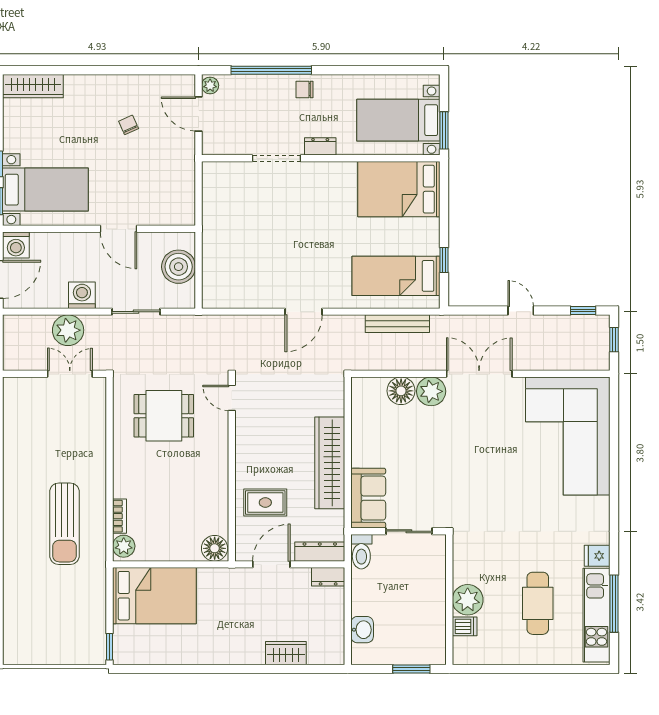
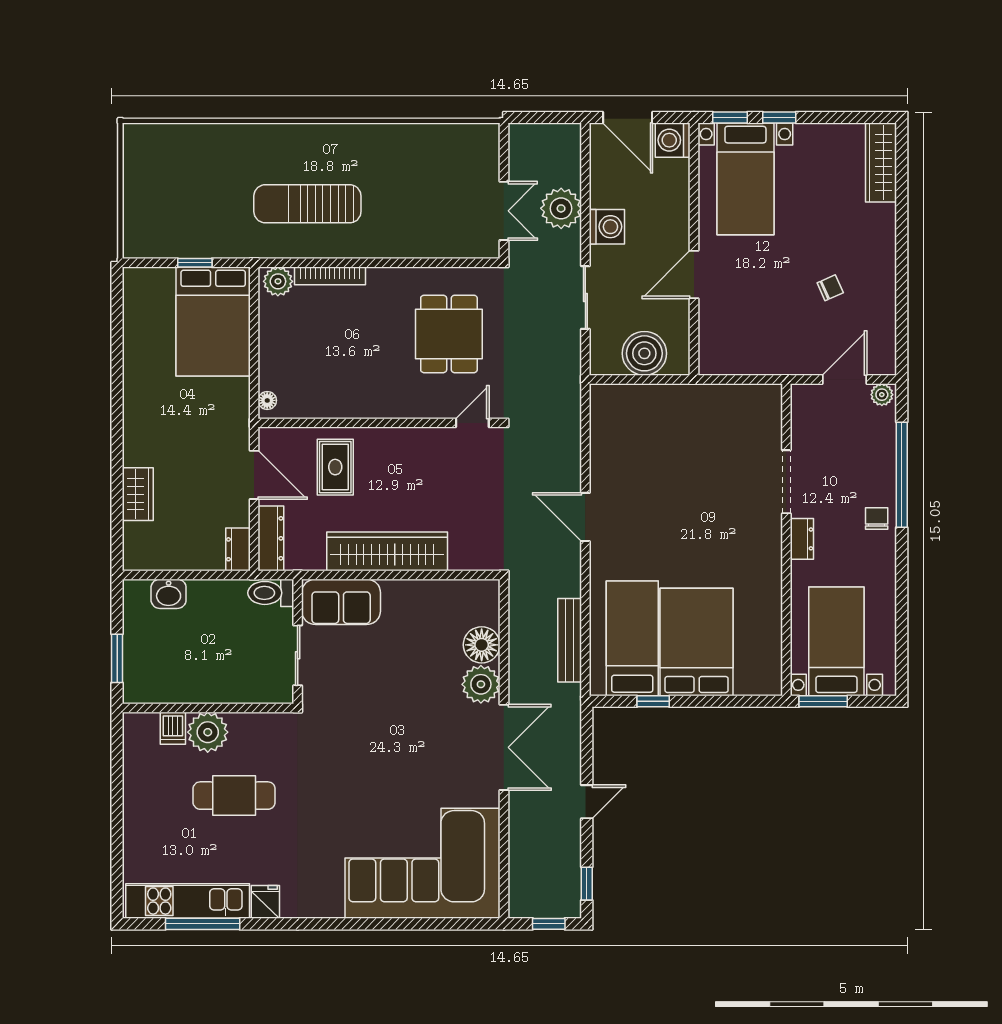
bed: (399, 189) -> (697, 642), moved
bookcase: (119, 516) -> (330, 276), width x1.56
floor lamp: (215, 548) -> (267, 400), width x0.53, depth x0.53
cafe table: (538, 603) -> (234, 796), moved
window: (109, 647) -> (195, 263), moved

